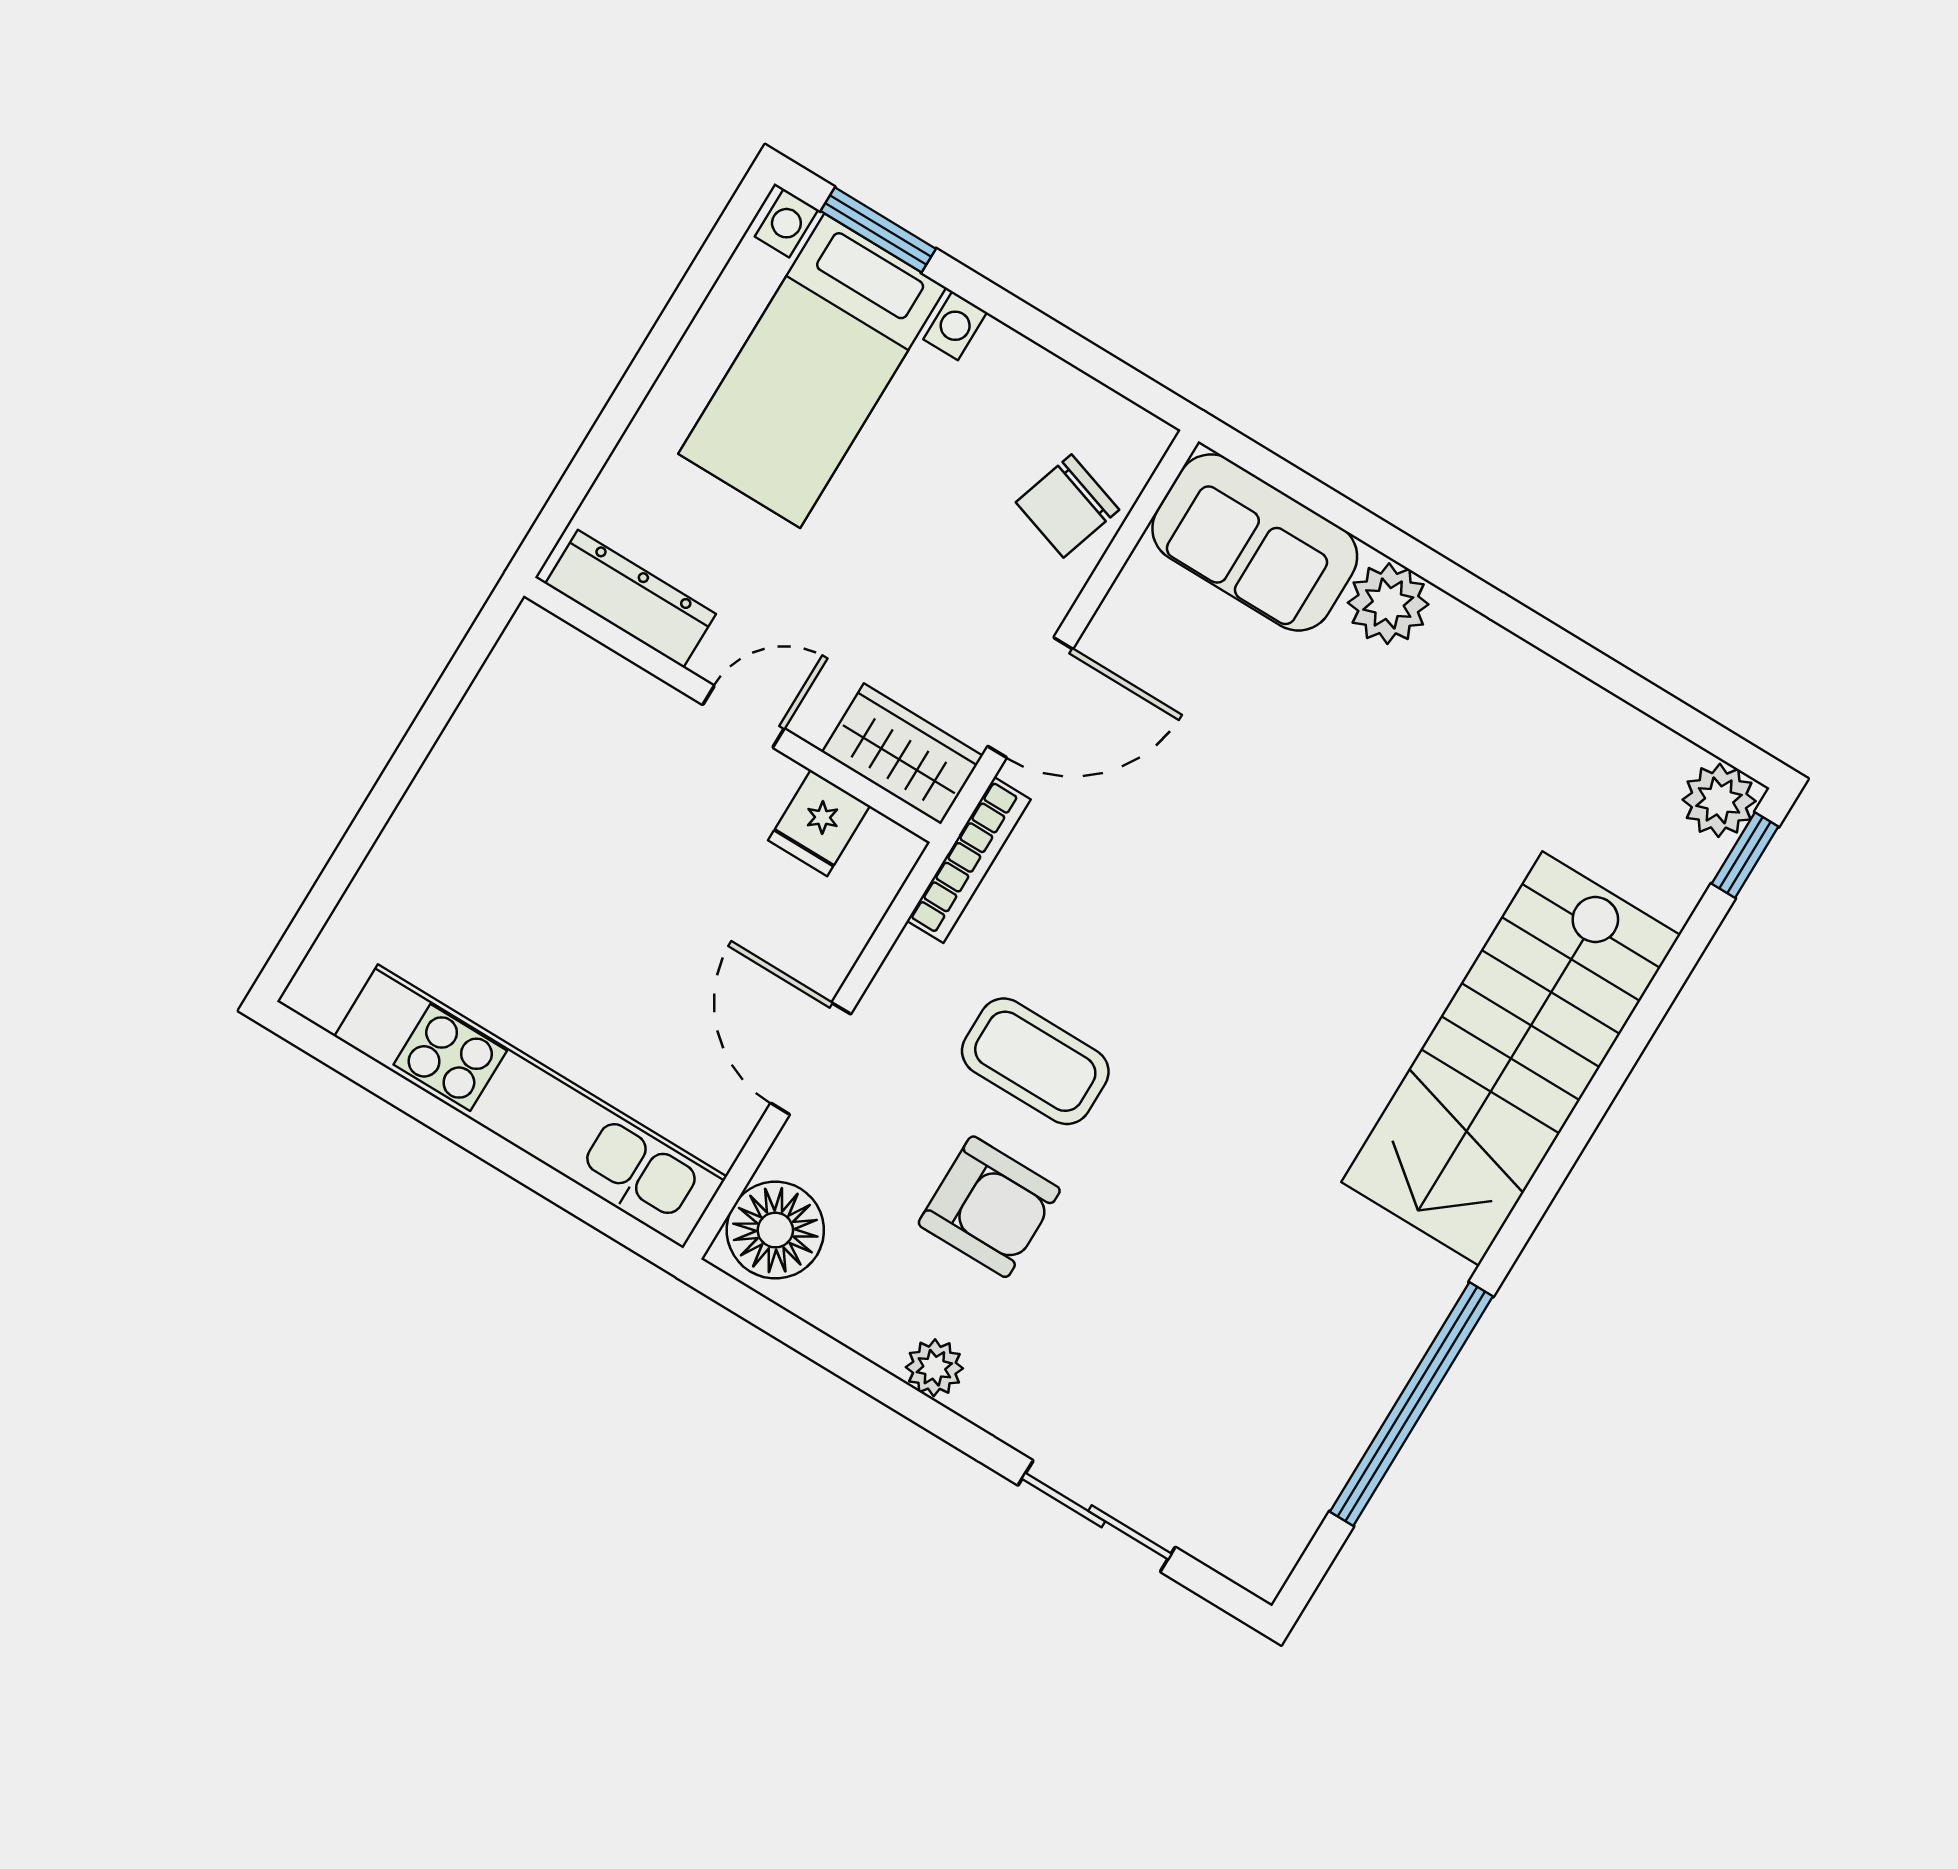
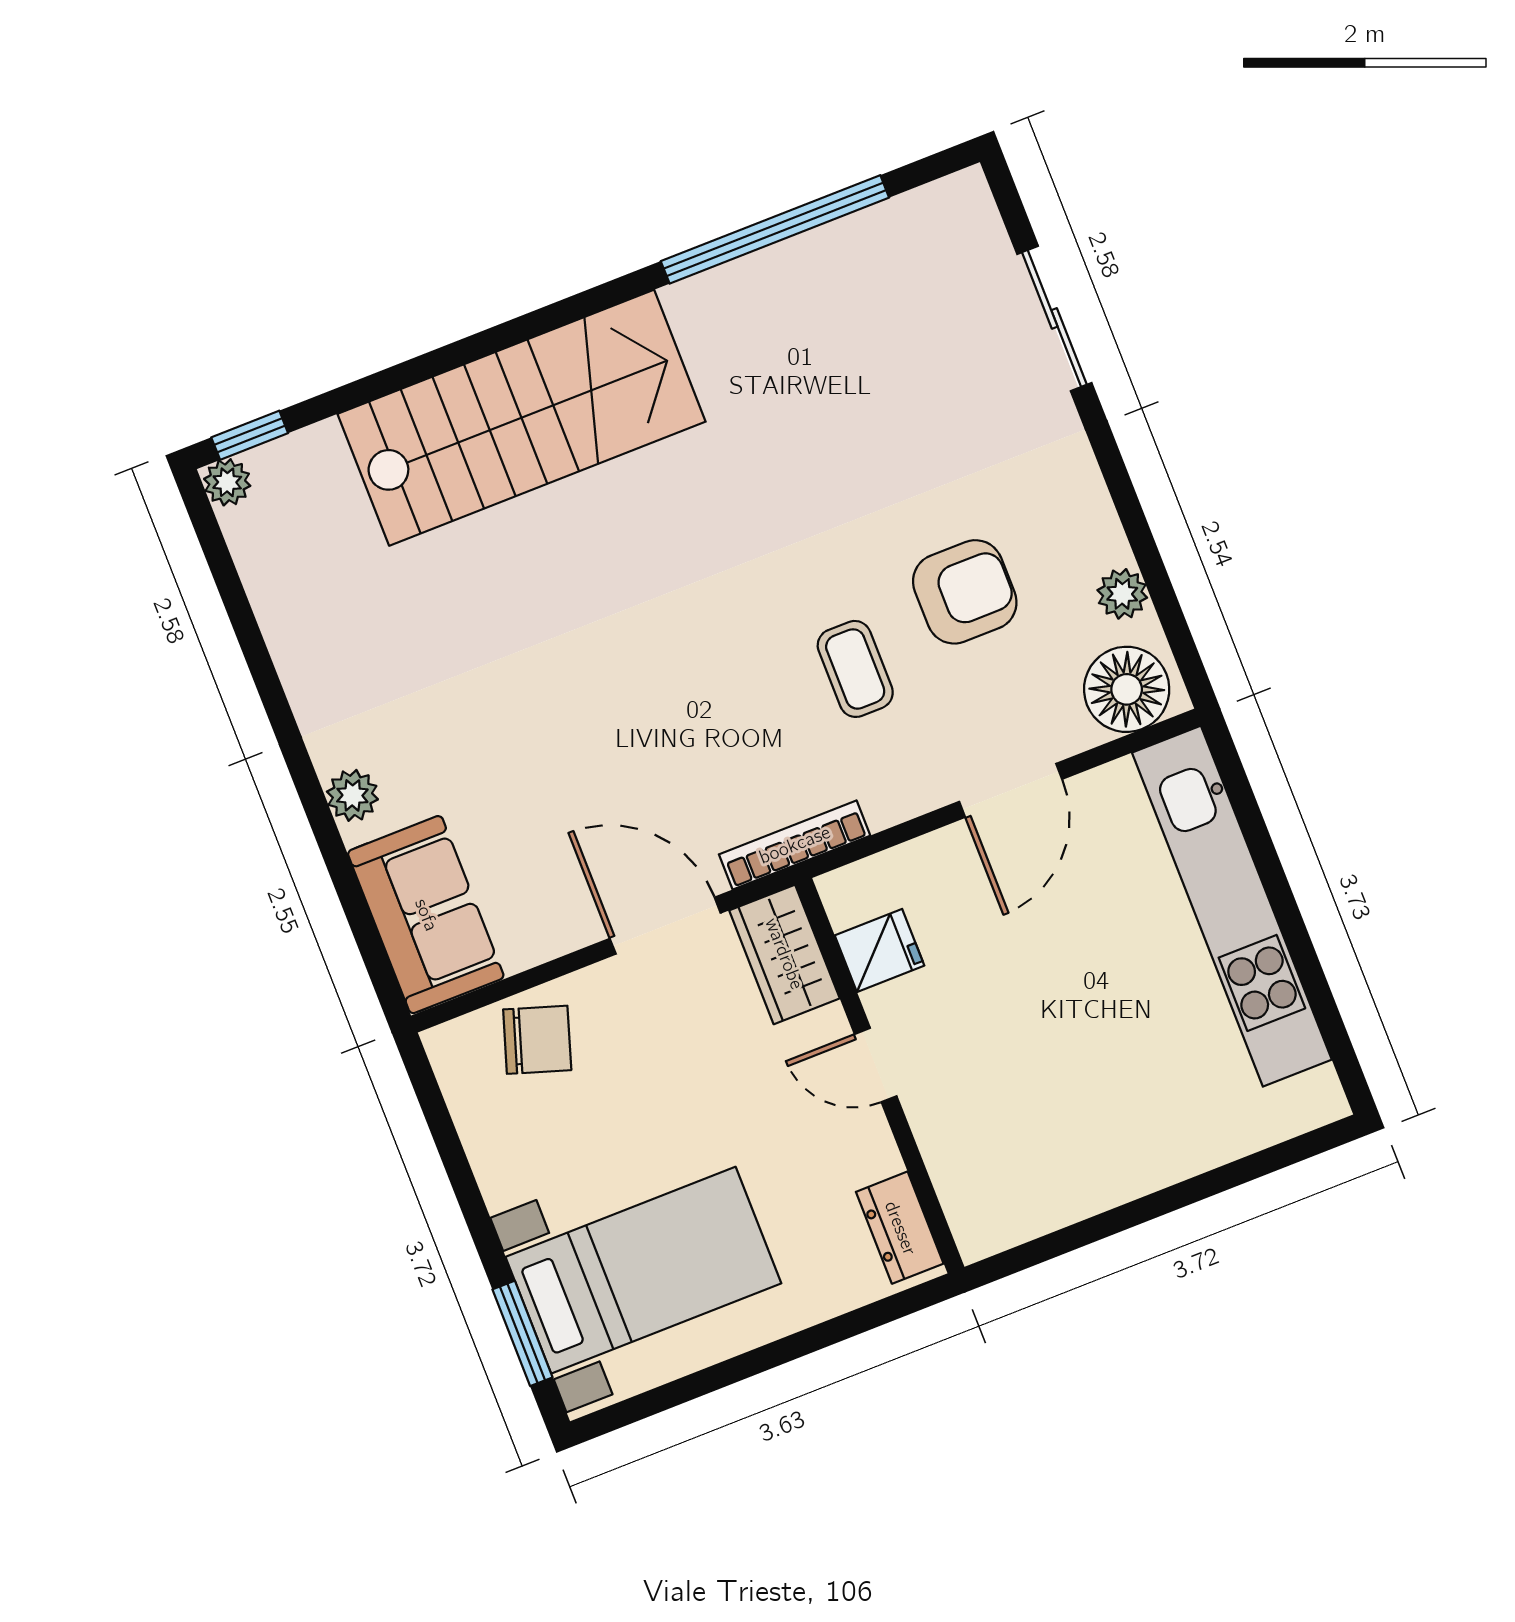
dresser: (631, 599) -> (900, 1228), width x0.70
plant: (1388, 604) -> (352, 795), width x0.73, depth x0.73
plant: (1719, 800) -> (227, 482), width x0.73, depth x0.73
coffee table: (1035, 1061) -> (855, 669), width x0.73, depth x0.77
armchair: (989, 1207) -> (965, 592), turned 90
plant: (934, 1368) -> (1122, 594), moved

